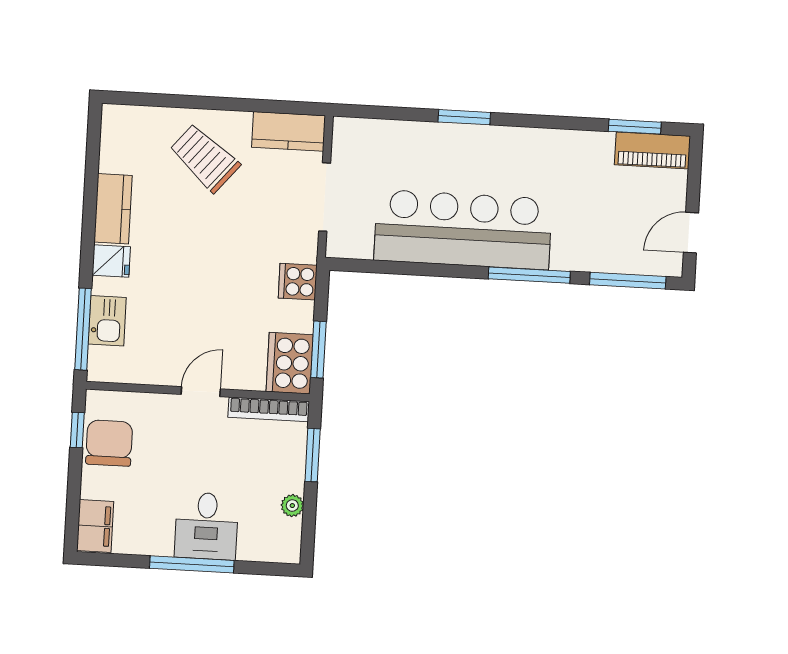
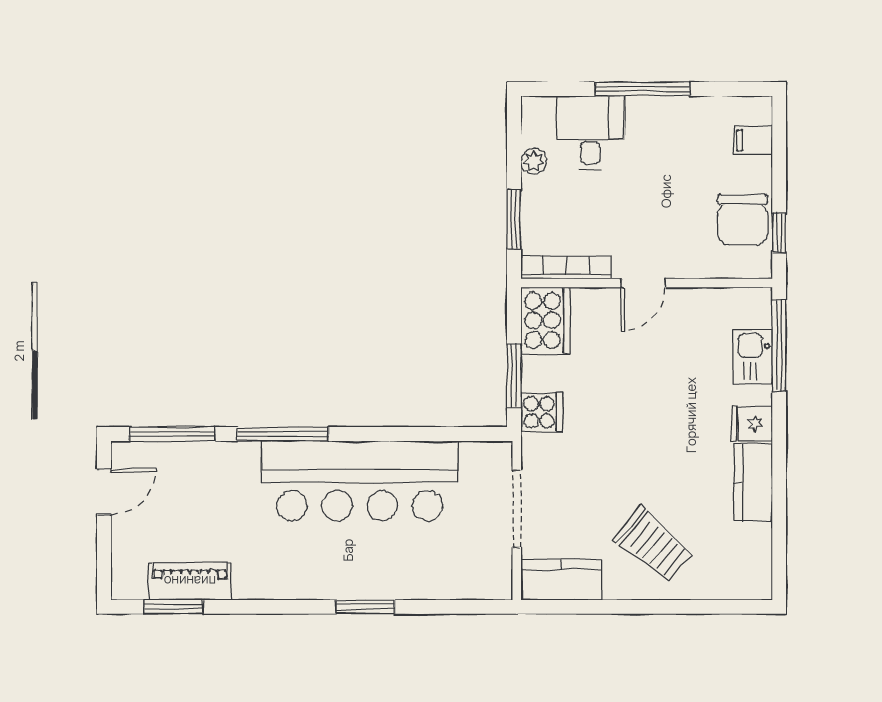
piano: (652, 150) -> (190, 581), moved
window: (318, 350) -> (514, 376), moved
filing cabinet: (95, 526) -> (753, 140), width x0.50
desk: (206, 526) -> (590, 133), moved

